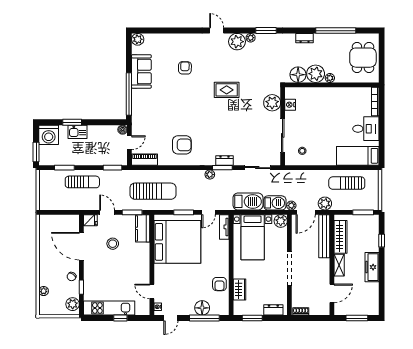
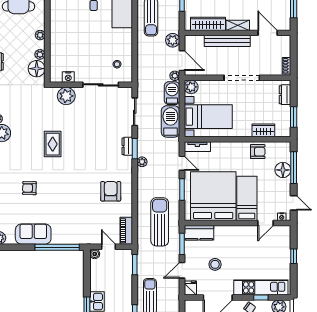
plant: (316, 74) -> (40, 54), width x0.53, depth x0.53
bench: (324, 236) -> (227, 41), moved
bed: (175, 274) -> (247, 198), added
kitchen unit: (109, 308) -> (261, 287), moved, turned 90

